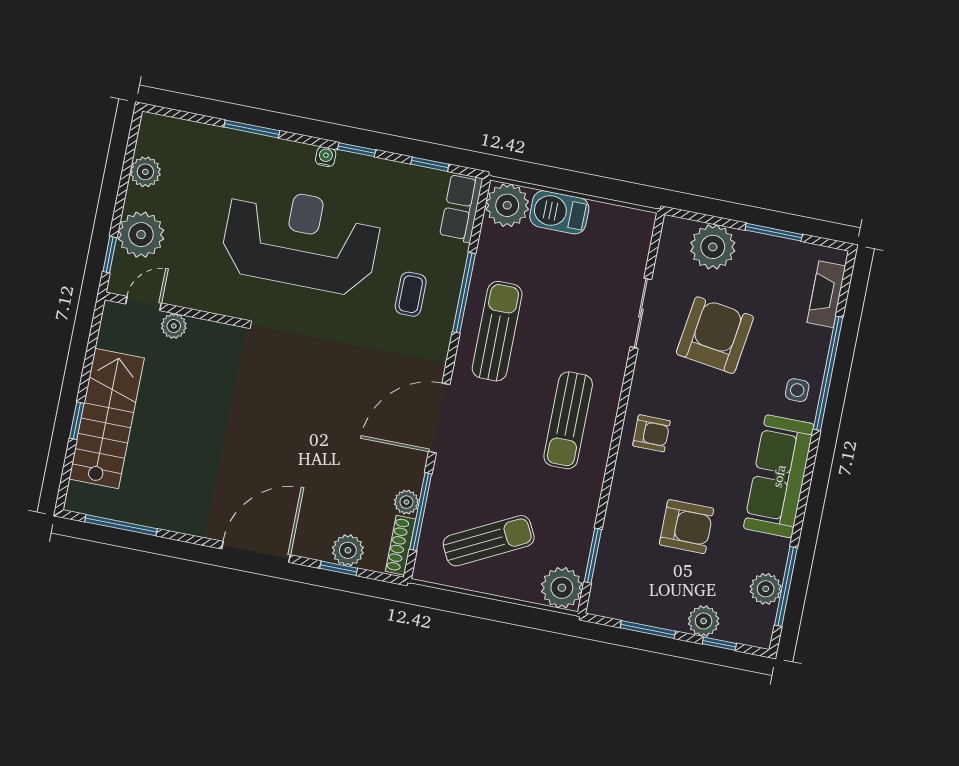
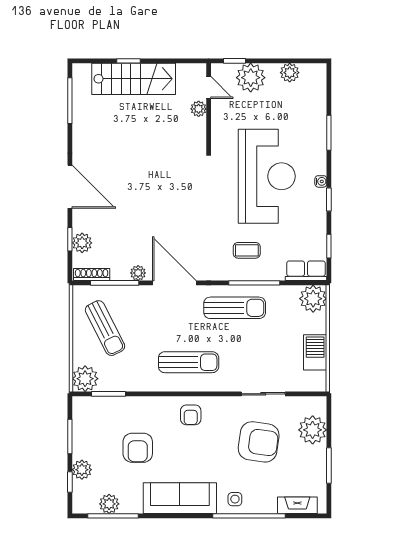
barbecue: (559, 212) -> (315, 352), moved
sun lounger: (568, 420) -> (189, 362), turned 180
plant: (406, 502) -> (138, 273), moved

